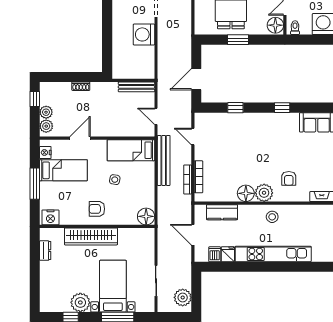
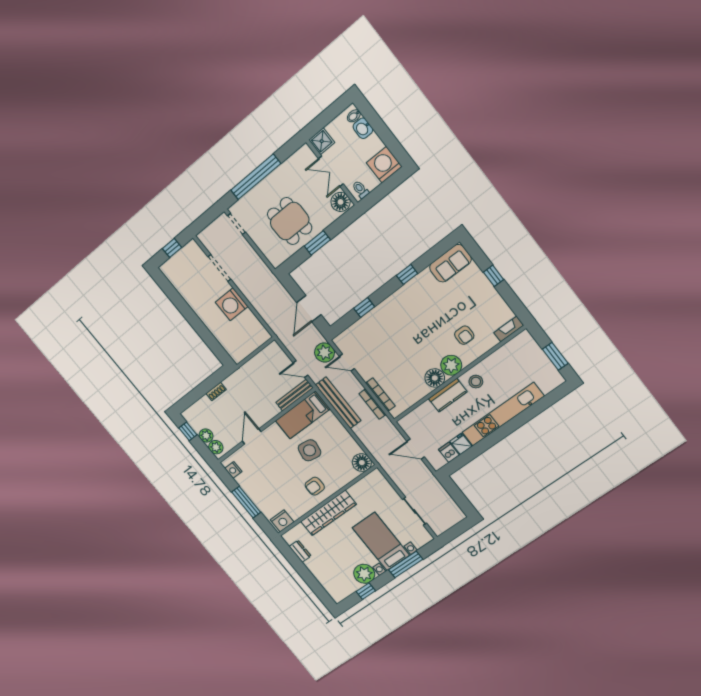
bench: (136, 87) -> (294, 395), moved
bed: (63, 170) -> (260, 474), removed
side table: (115, 180) -> (310, 450), width x1.87, depth x1.87
kitchen counter: (222, 212) -> (448, 395), moved
plant: (183, 297) -> (324, 353), moved

